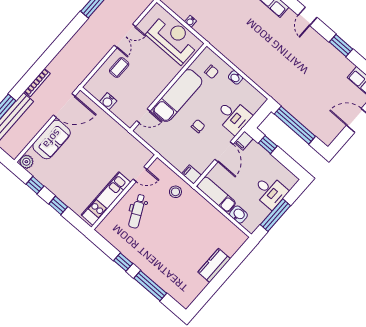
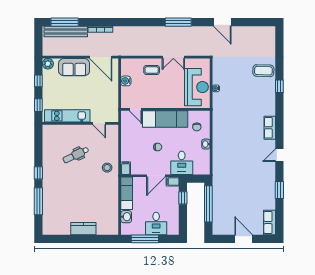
door: (140, 174) -> (99, 123), moved
wall: (124, 192) -> (80, 123), moved
kitchen unit: (106, 199) -> (67, 116), moved

